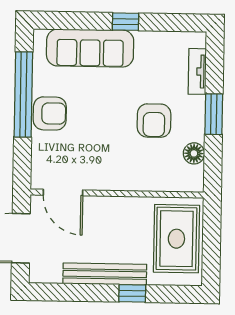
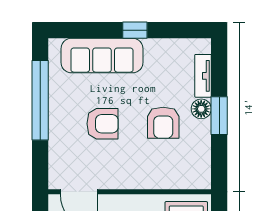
armchair: (50, 113) -> (102, 124), moved
floor lamp: (194, 153) -> (201, 109), moved

